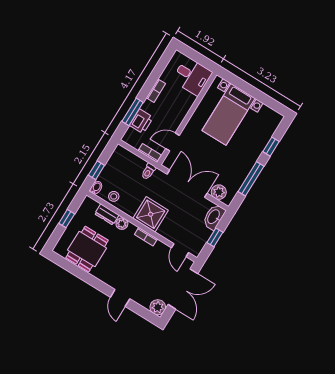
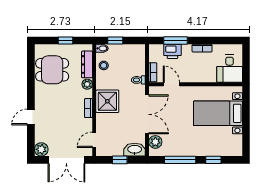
dresser: (107, 214) -> (87, 64), width x1.44

